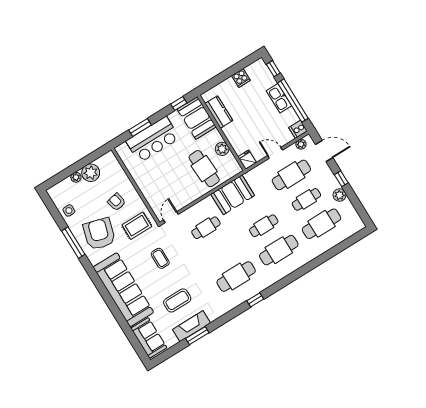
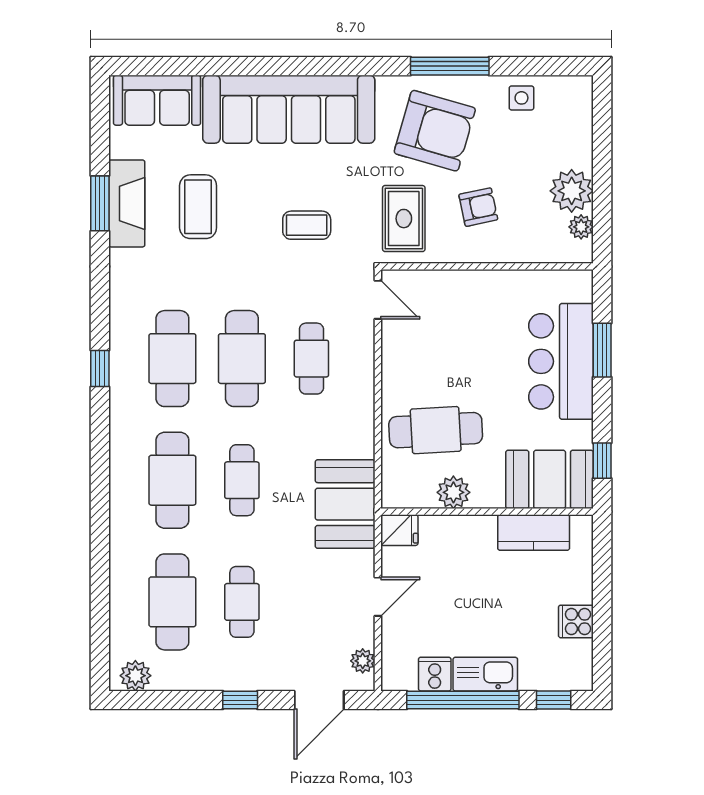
cooker: (298, 129) -> (435, 674), moved
cafe table: (291, 175) -> (242, 359), moved
plant: (76, 177) -> (581, 227), moved
booth: (233, 195) -> (345, 504), moved
plant: (340, 195) -> (135, 676), moved

